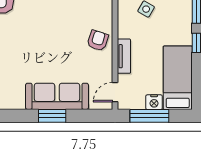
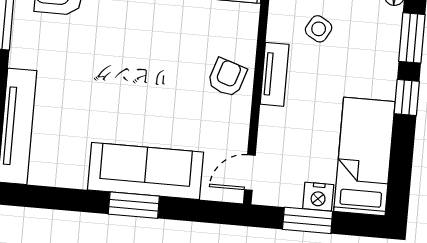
tv unit: (124, 56) -> (275, 74), moved
window: (149, 116) -> (308, 220), width x0.69

